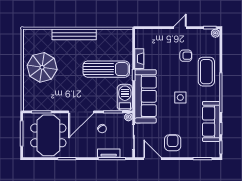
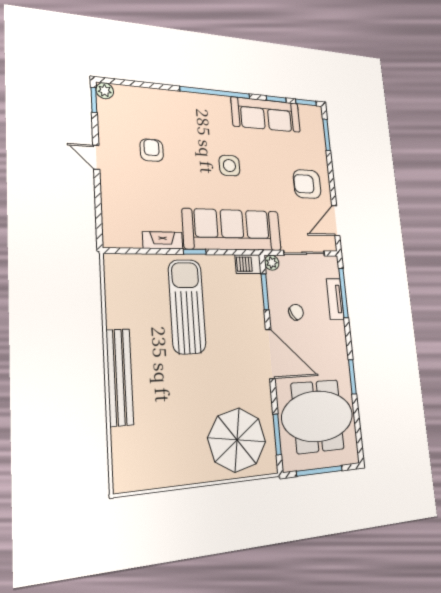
parasol: (42, 67) -> (237, 440), moved
coffee table: (206, 72) -> (179, 115), removed
barbecue: (125, 97) -> (248, 264), width x0.53, depth x0.65

